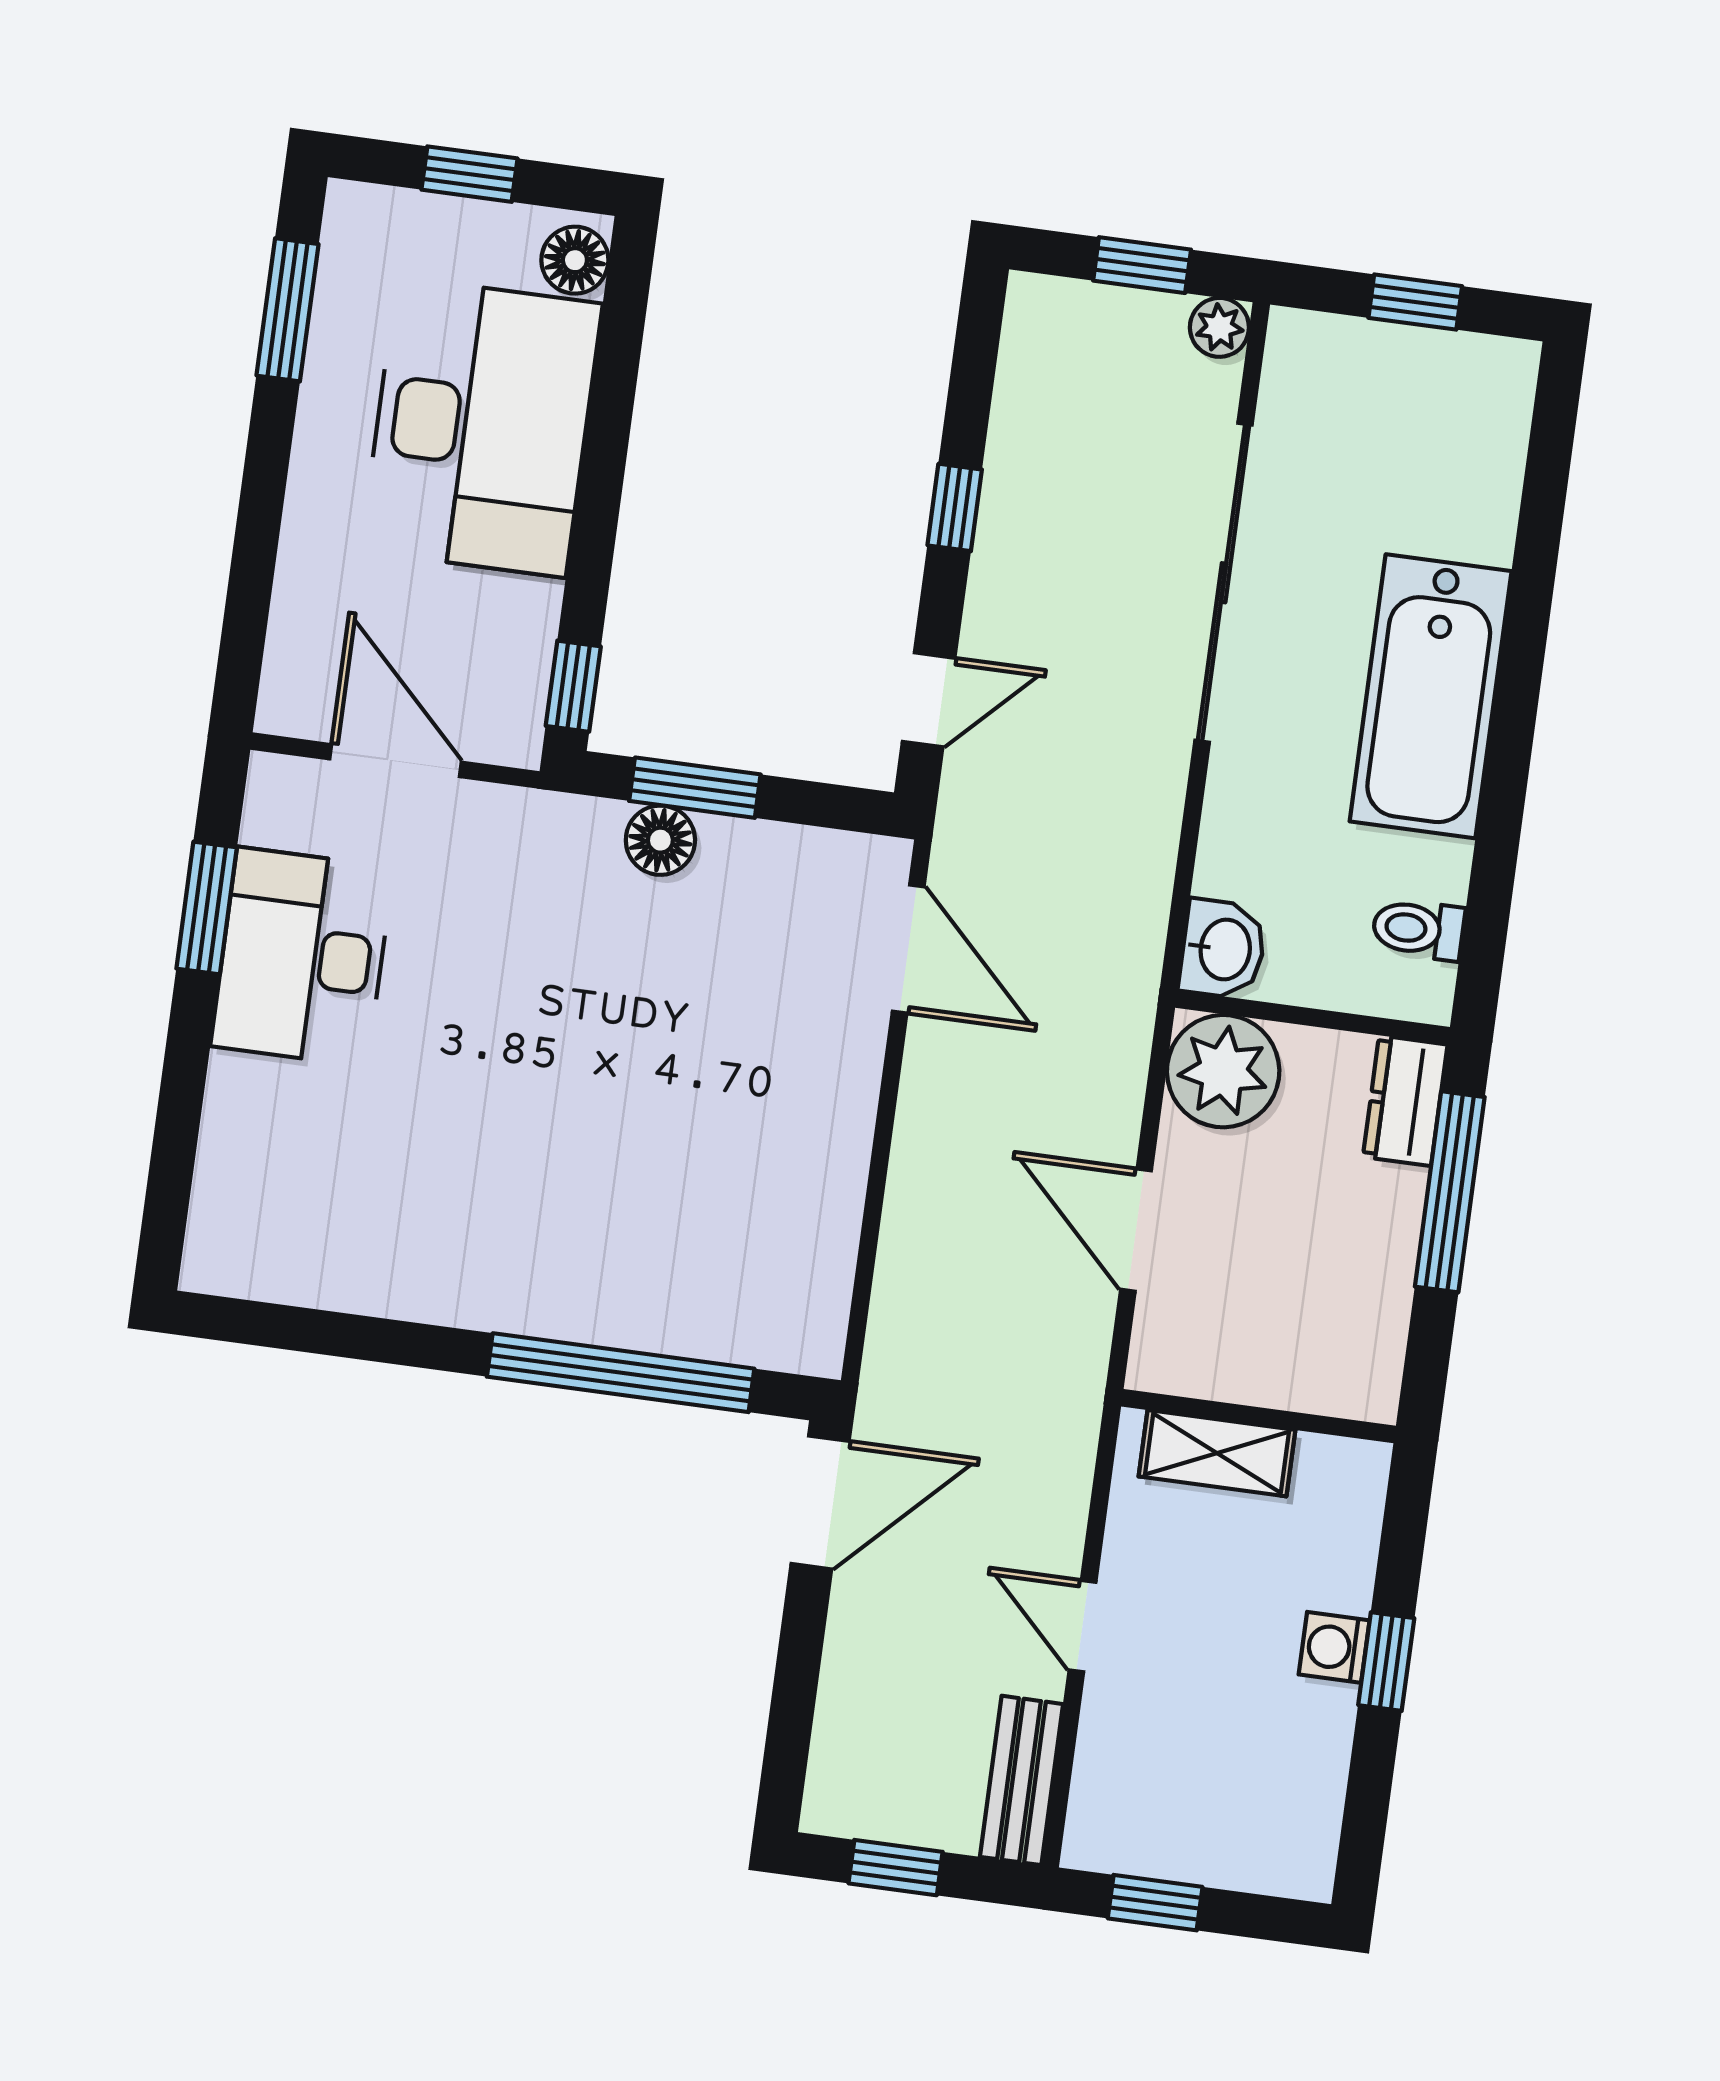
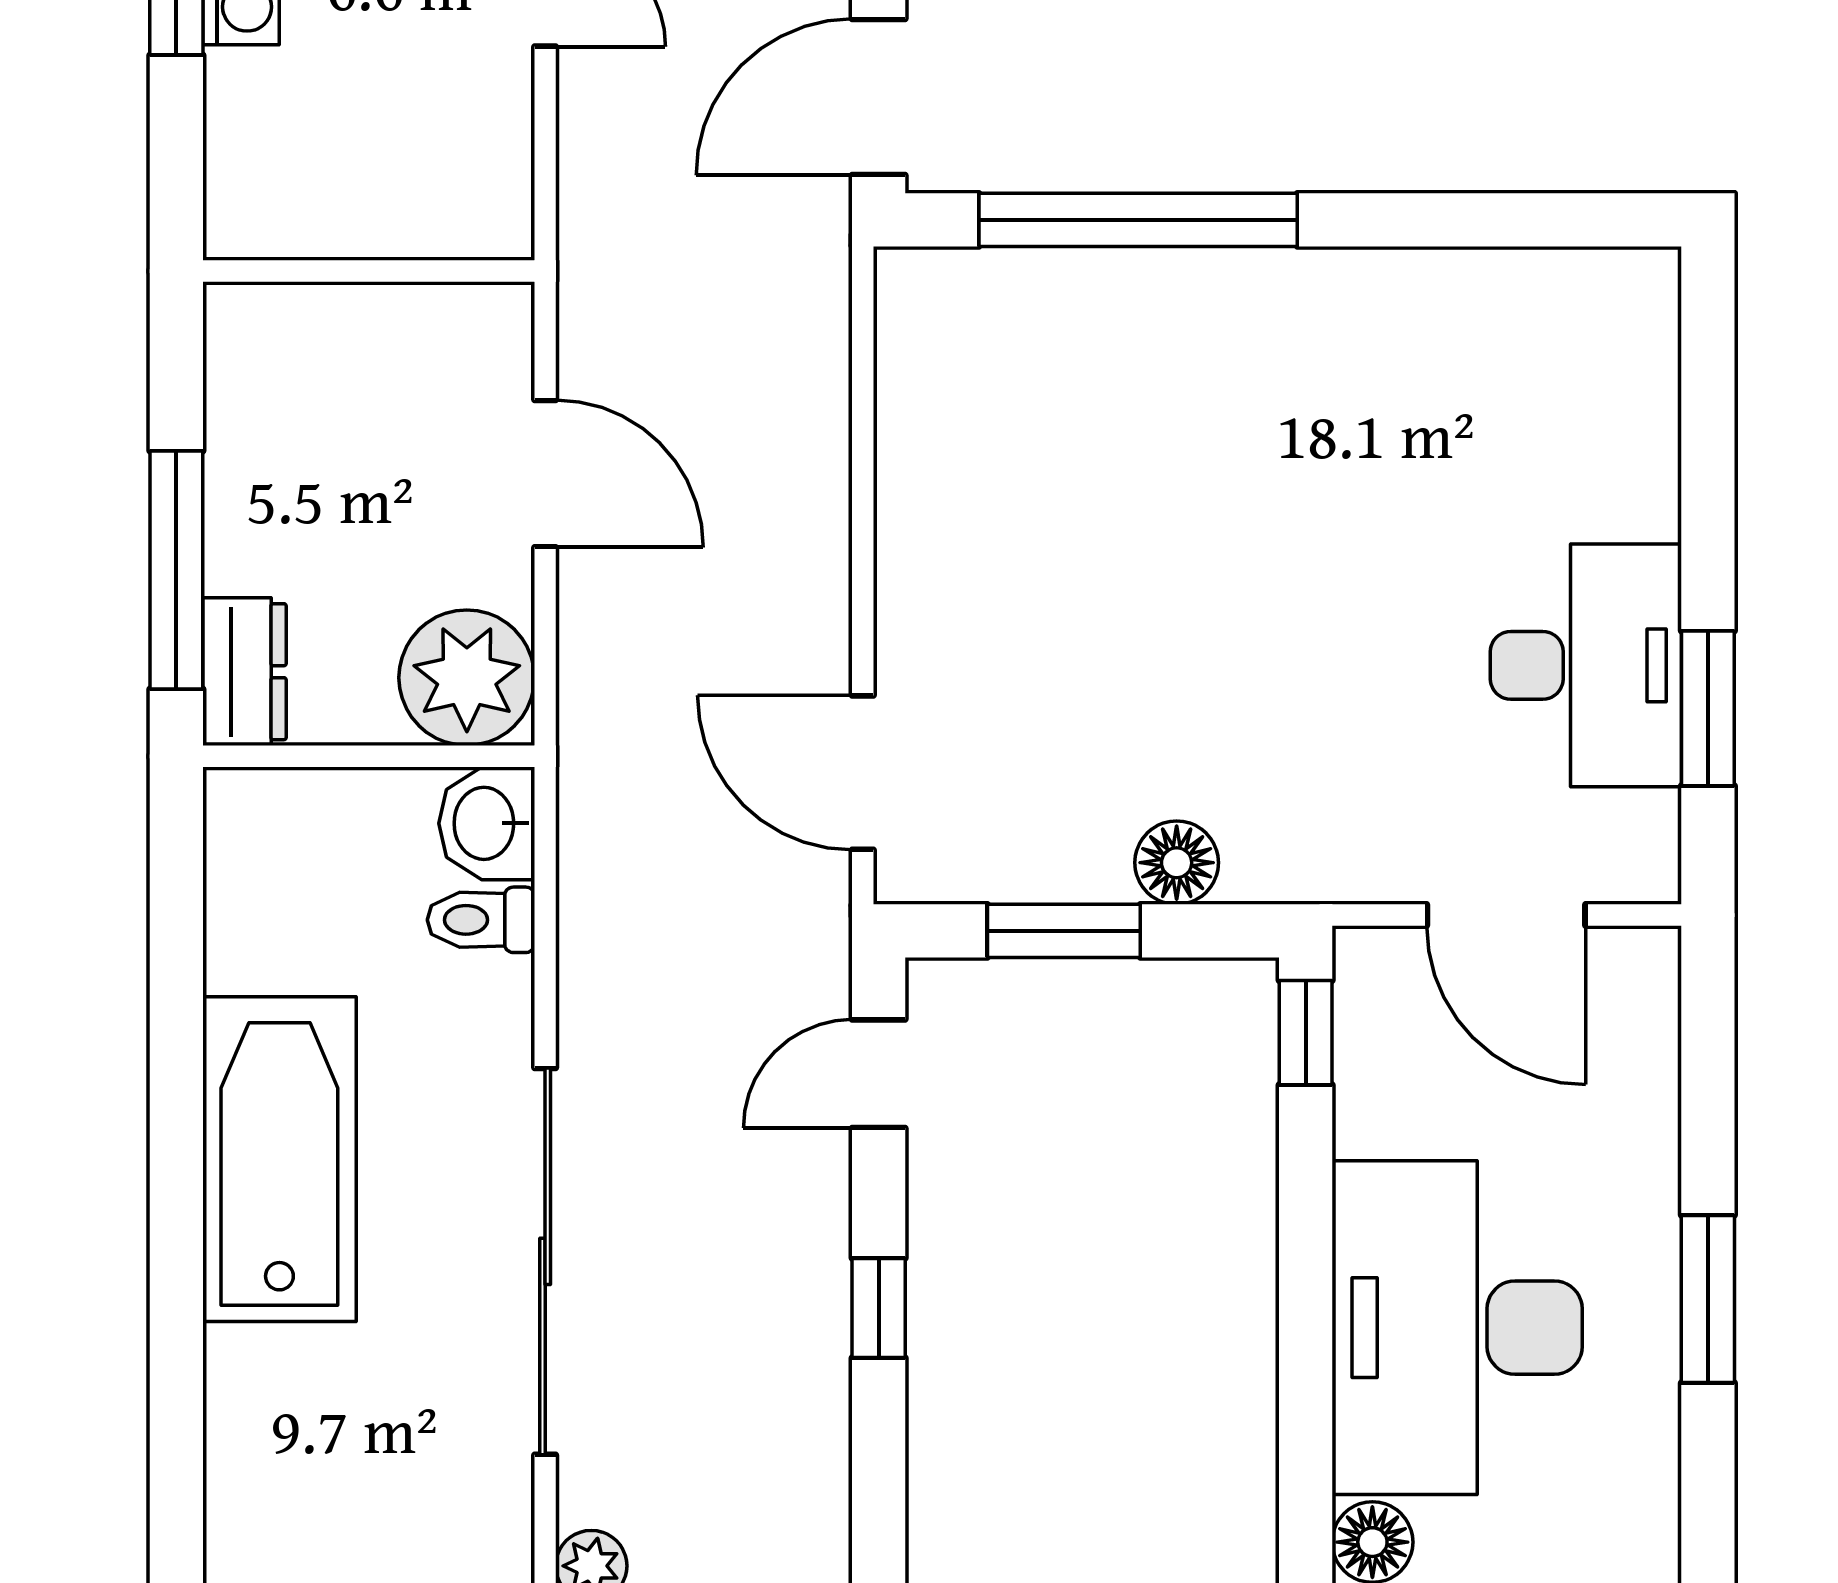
window: (288, 310) -> (1708, 1299), moved
window: (695, 788) -> (1064, 931), moved
toilet: (1418, 929) -> (481, 920), moved, turned 180
shelving: (1217, 1453) -> (412, 220), removed

